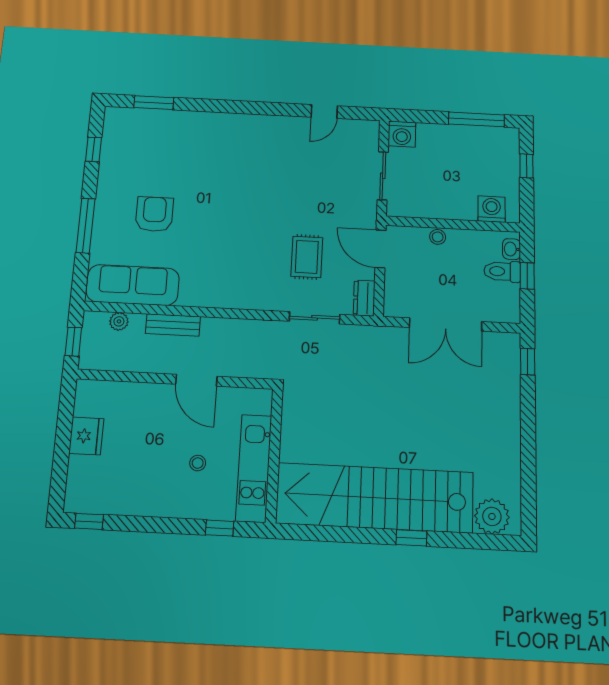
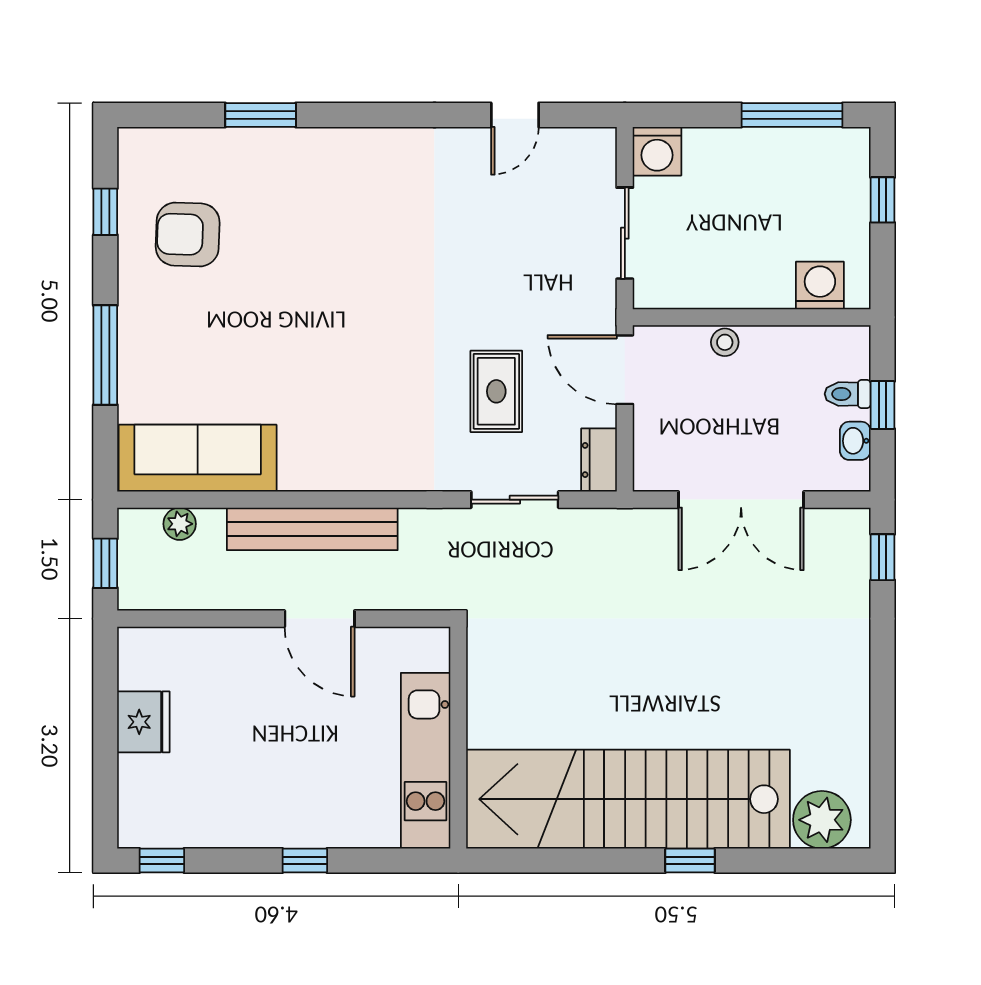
window: (154, 103) -> (261, 115), moved
armchair: (154, 214) -> (188, 235), moved, turned -88
washbasin: (511, 249) -> (855, 441), moved
toilet: (502, 271) -> (848, 394), width x0.73, depth x0.72
bench: (173, 325) -> (312, 529), width x1.86, depth x1.21
stool: (198, 463) -> (332, 757), removed
window: (220, 528) -> (305, 861), moved

